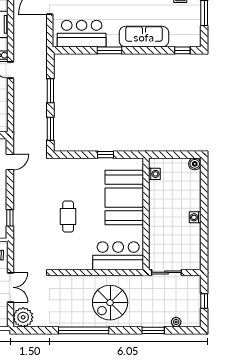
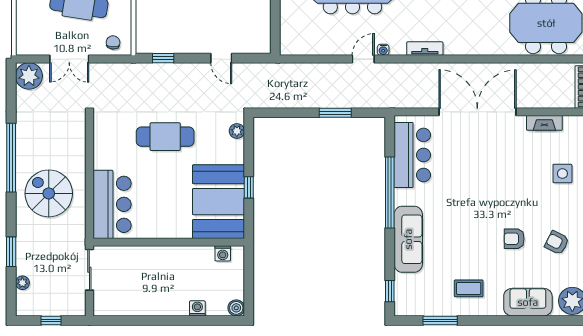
window: (109, 50) -> (390, 193), width x2.11
window: (50, 129) -> (284, 113), removed
door: (10, 162) -> (221, 58), moved
plant: (64, 163) -> (237, 131), added
booth: (124, 198) -> (218, 202), moved, turned 90
cafe table: (68, 217) -> (165, 137), width x1.37, depth x1.35
washing machine: (195, 217) -> (197, 308), moved

